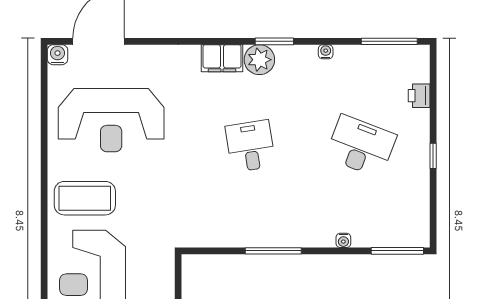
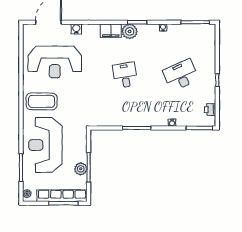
water cooler: (58, 55) -> (76, 29), moved
printer: (419, 96) -> (210, 110), moved
desk: (361, 146) -> (181, 75), turned -45

